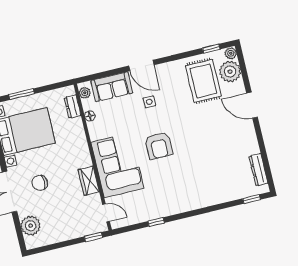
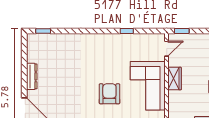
dresser: (258, 170) -> (32, 76), moved
door: (106, 213) -> (167, 49), swing flipped

